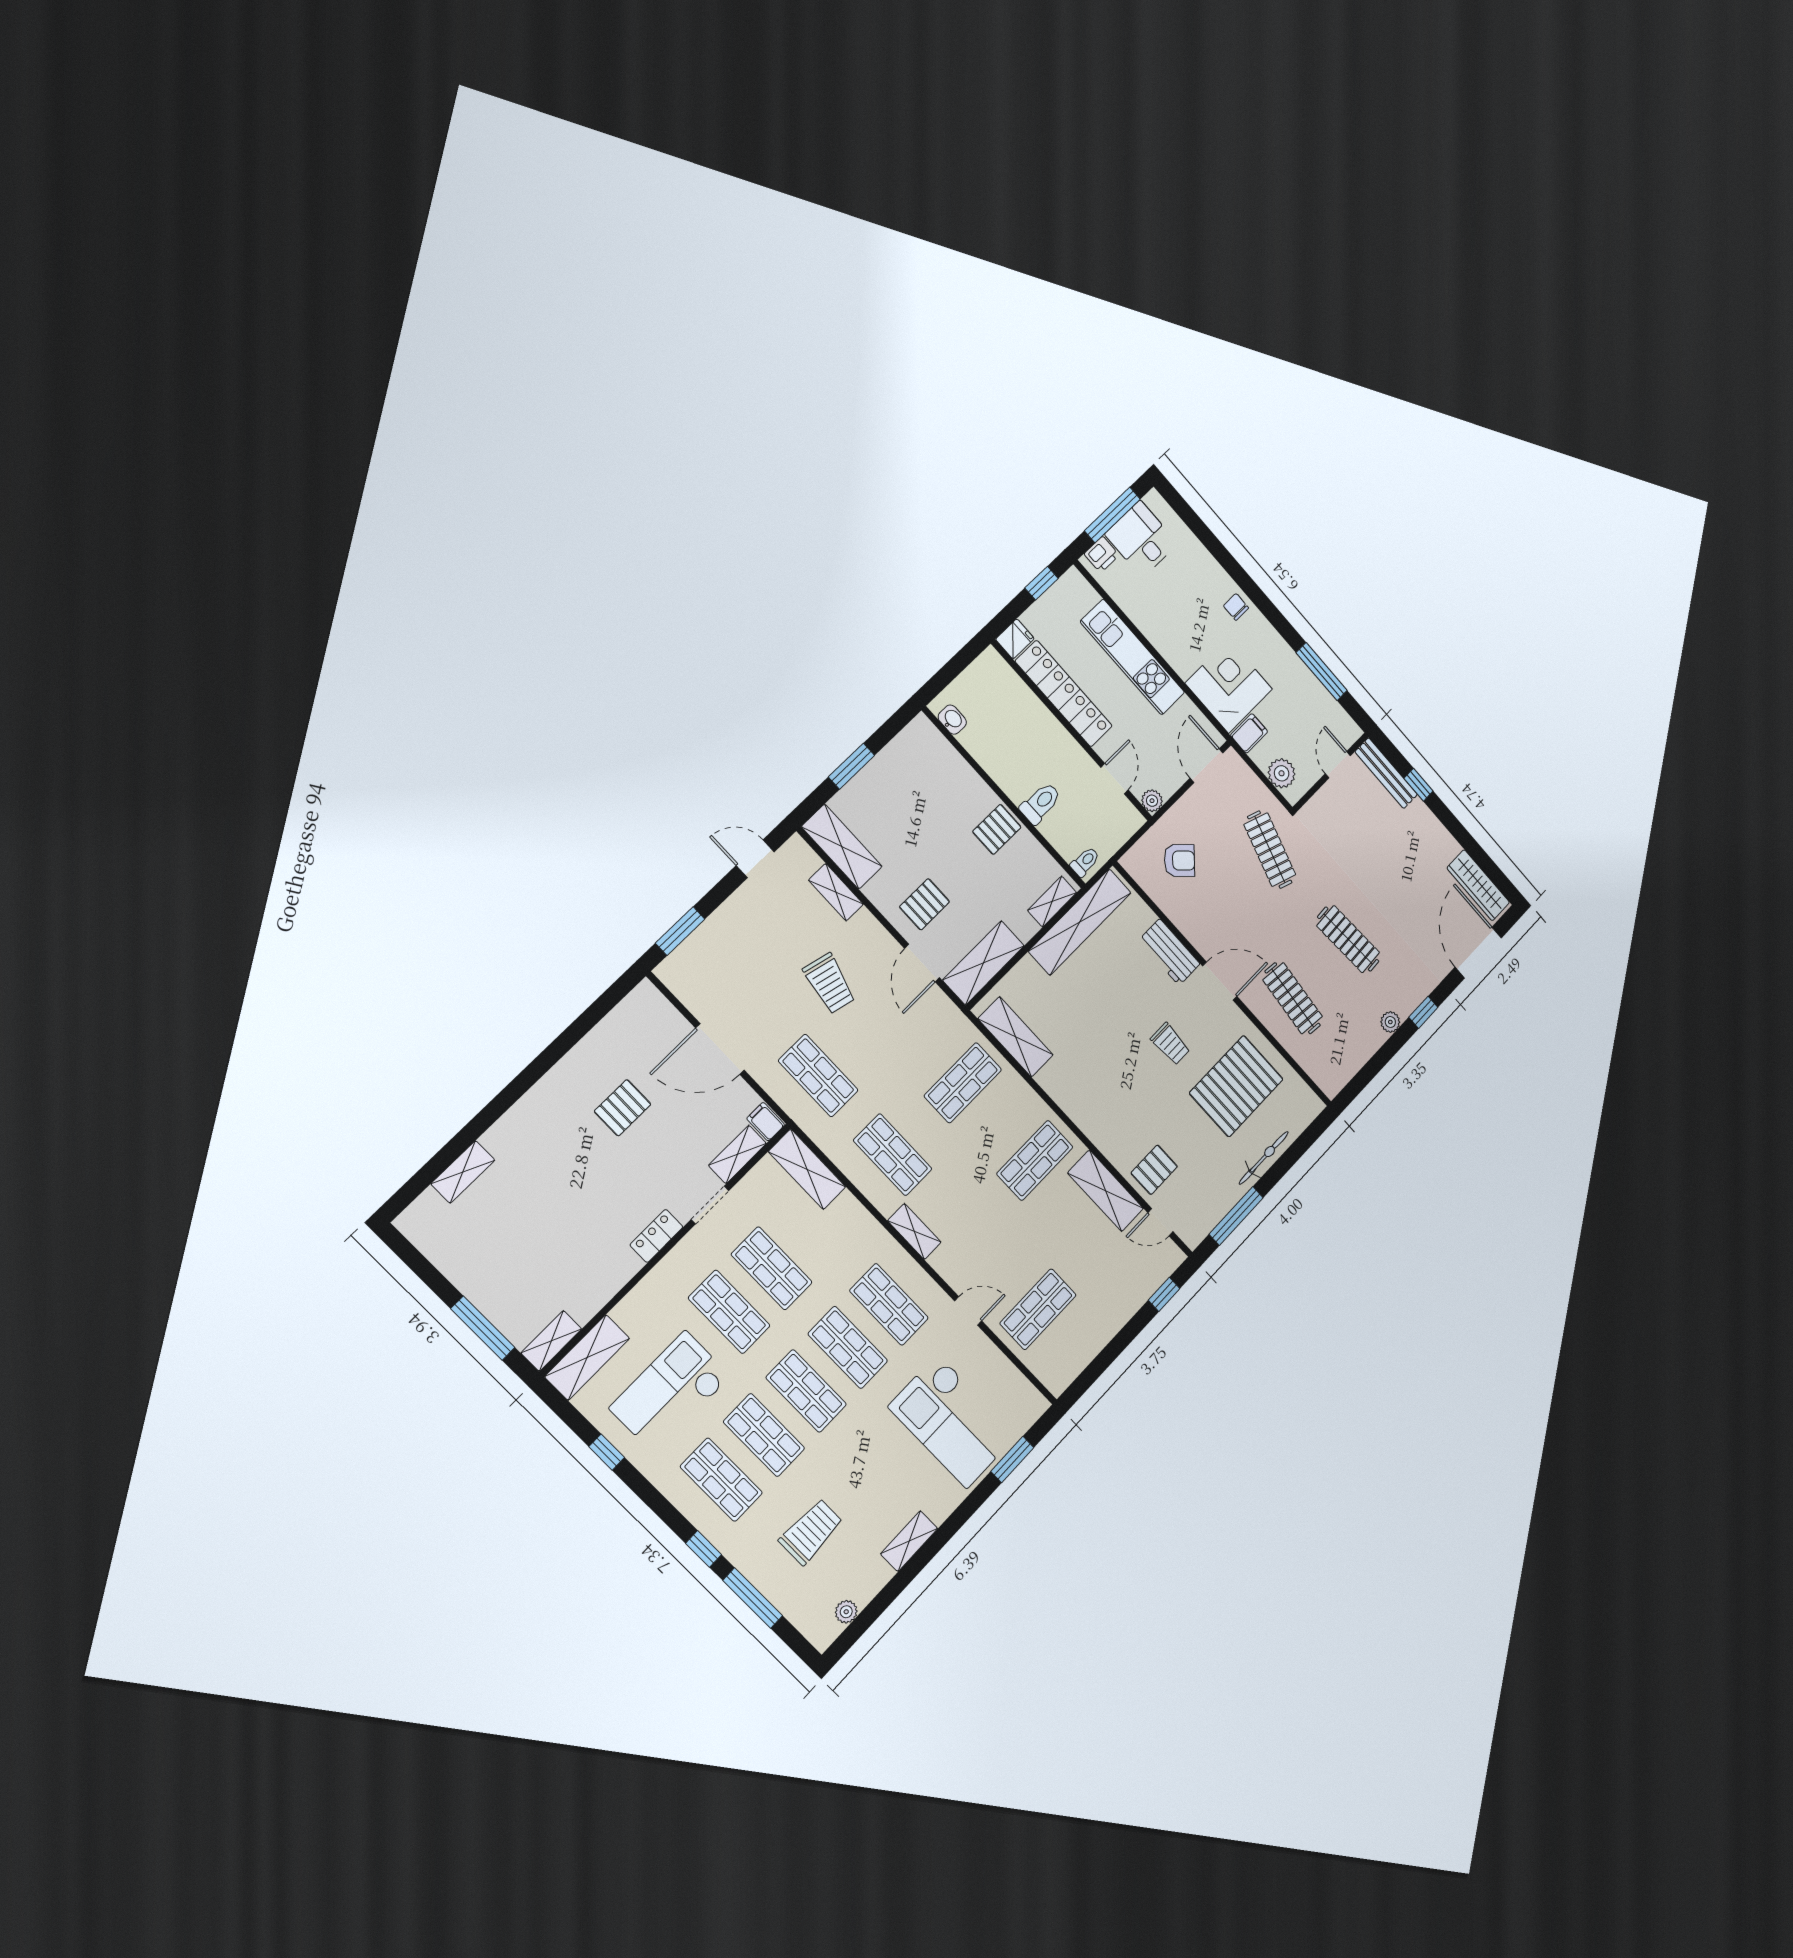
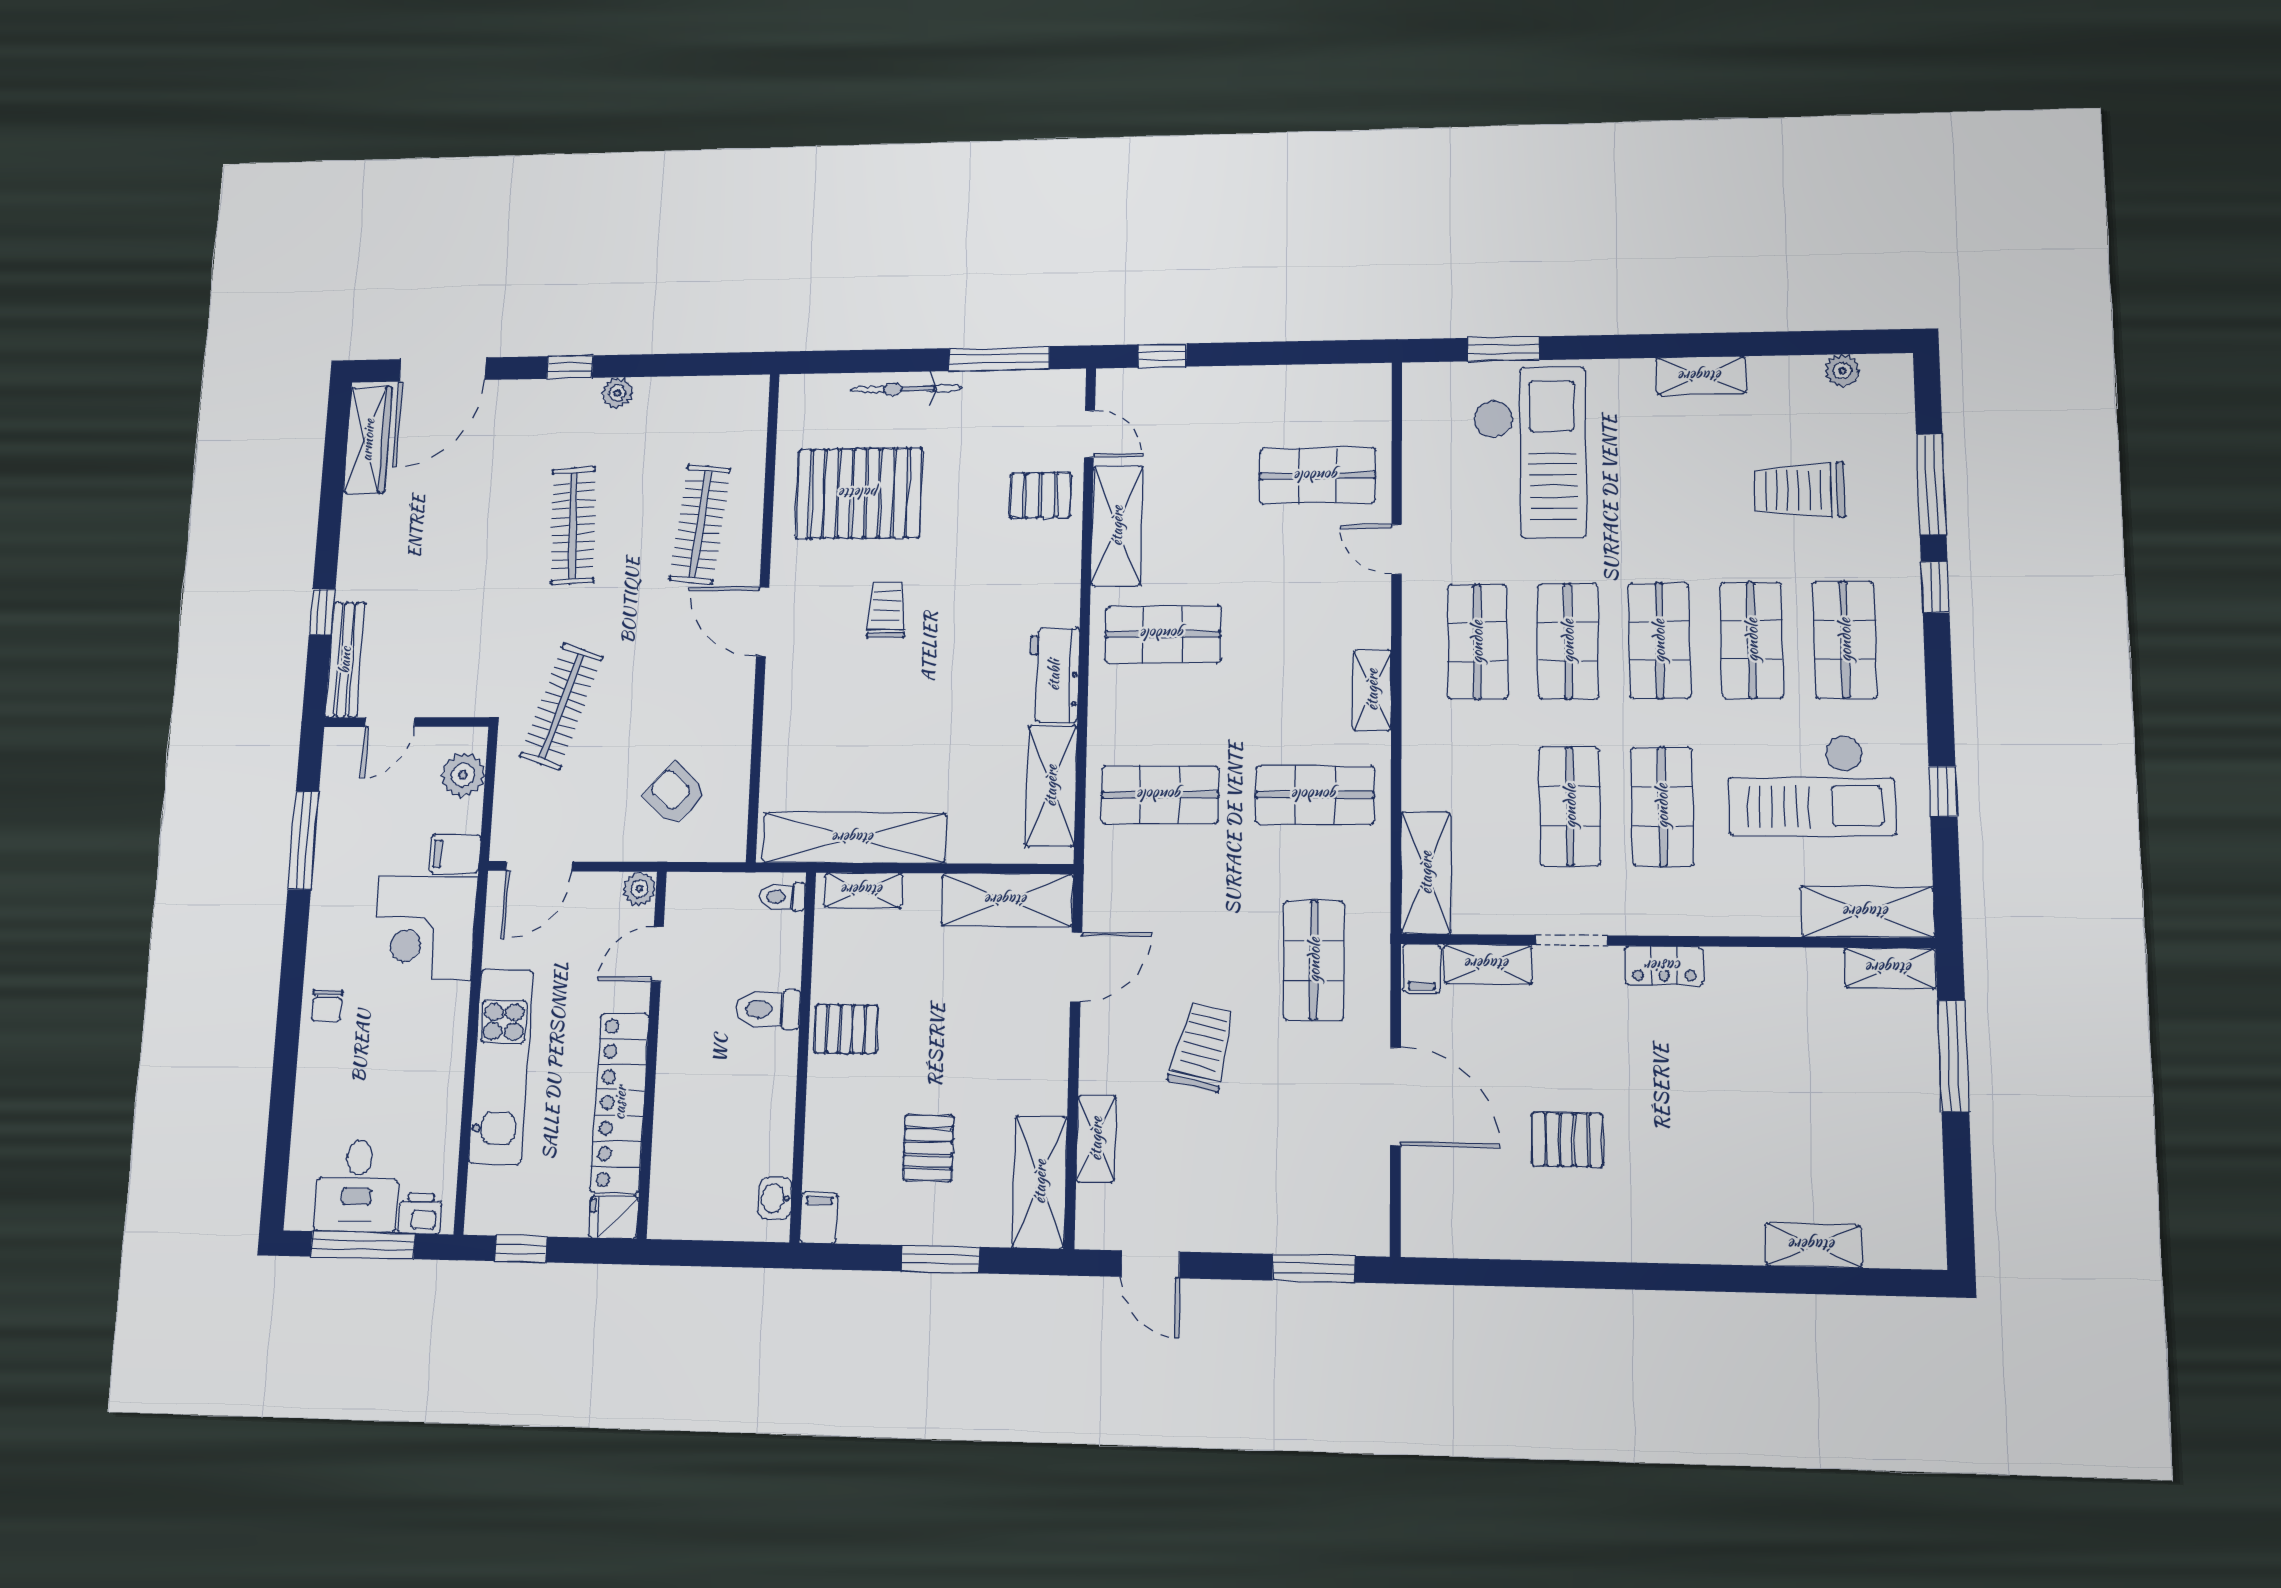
filing cabinet: (924, 730) -> (819, 1218), added
pallet: (925, 904) -> (928, 1148), moved, turned 90
workbench: (1169, 952) -> (1054, 675), moved, turned 180
shop shelf: (893, 1155) -> (1315, 795), turned 90

